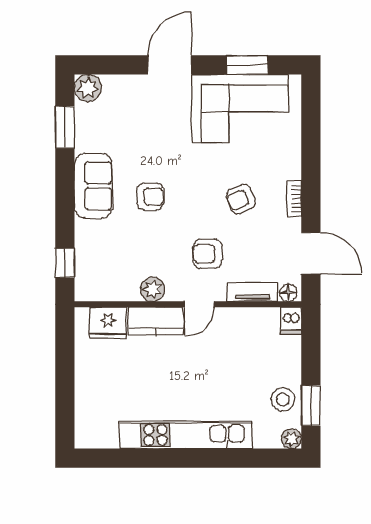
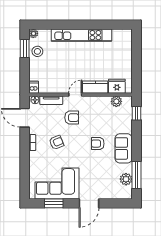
plant: (88, 88) -> (126, 179), moved
window: (65, 127) -> (136, 175), width x1.44
plant: (153, 289) -> (116, 101), moved

